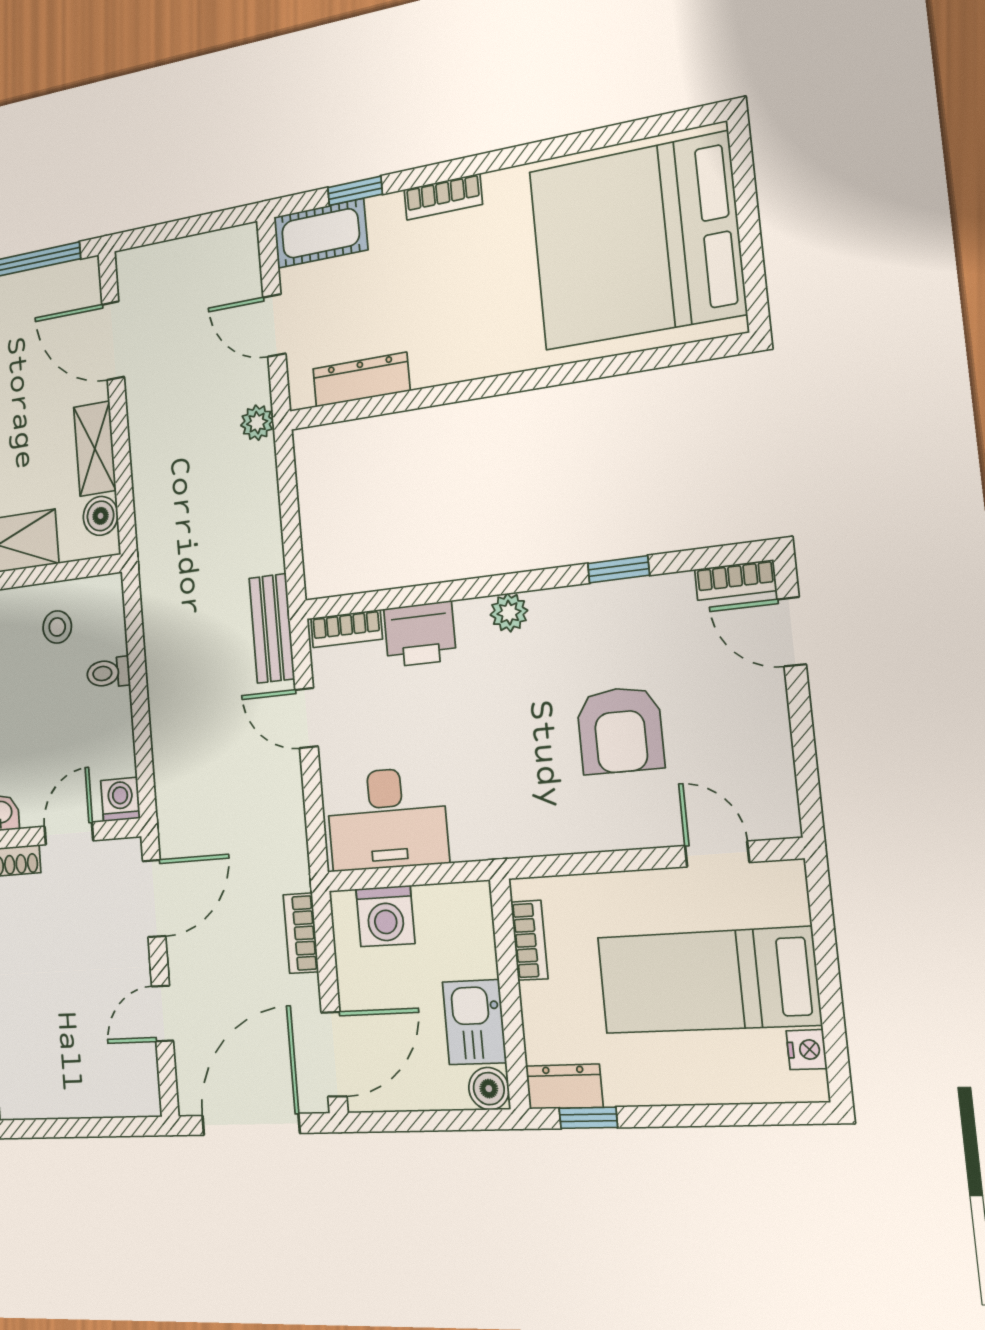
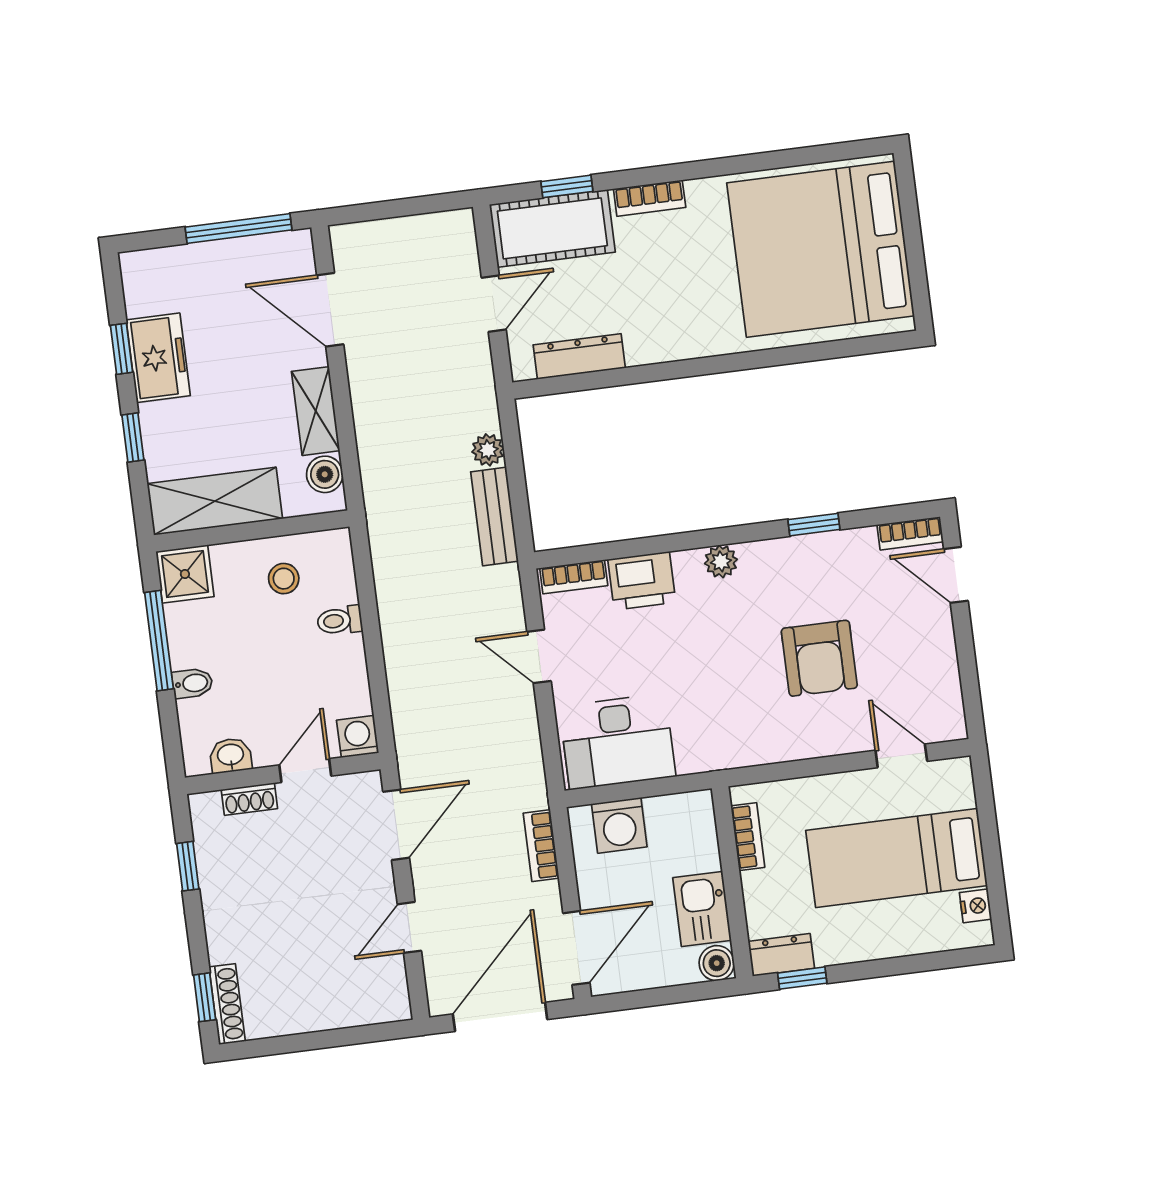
cot: (321, 233) -> (552, 228), width x1.37, depth x1.34
door: (274, 325) -> (494, 304), swing flipped
plant: (257, 423) -> (488, 450), moved
bench: (272, 628) -> (495, 516), moved

